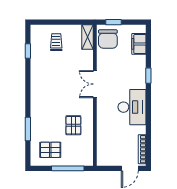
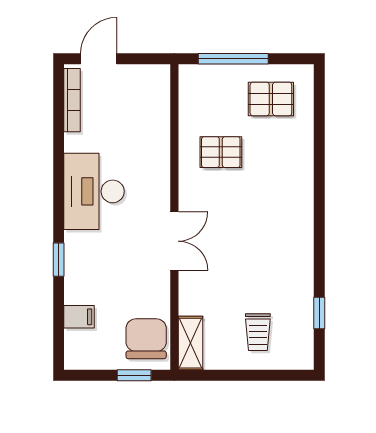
filing cabinet: (139, 44) -> (79, 317), width x0.50
pallet: (73, 125) -> (221, 152), turned 90
window: (28, 129) -> (319, 144), removed

